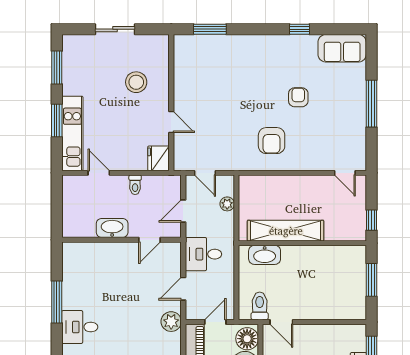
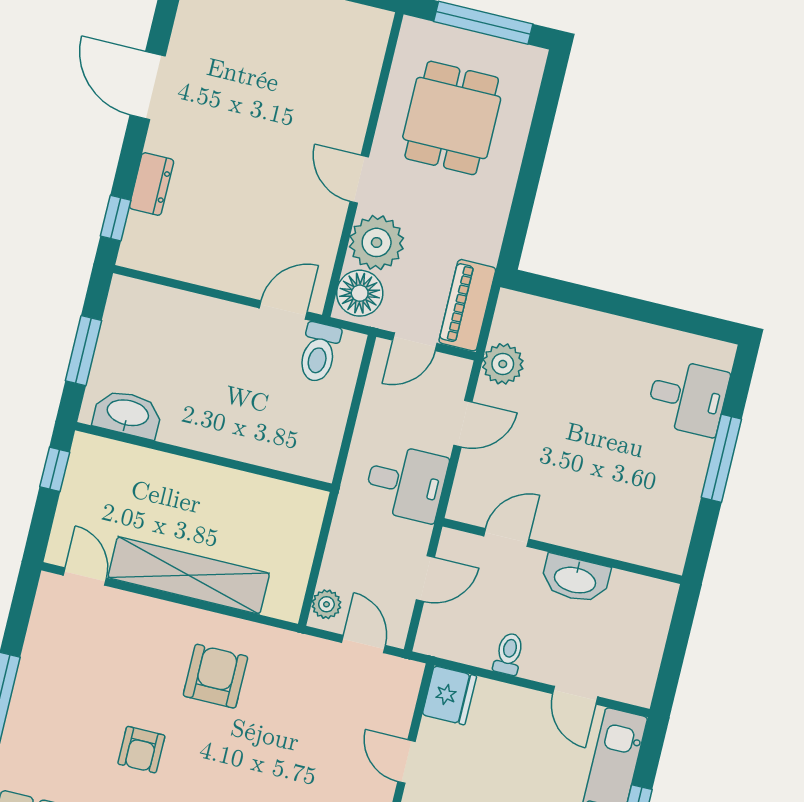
plant: (227, 204) -> (326, 604), moved
shelving: (286, 231) -> (189, 575), moved
washbasin: (265, 255) -> (128, 414), moved
door: (281, 322) -> (283, 310), hinge flipped

